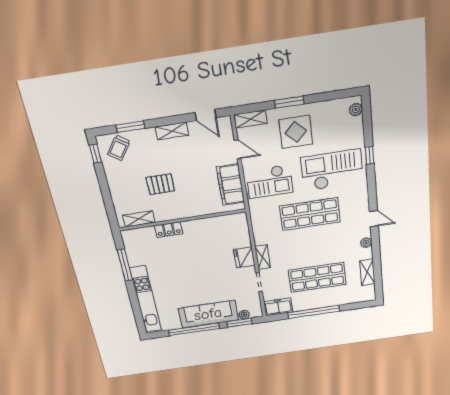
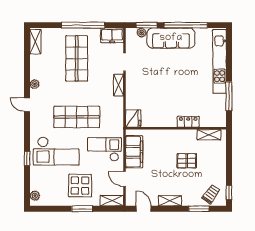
fridge: (244, 257) -> (133, 118), moved
shelving: (367, 272) -> (35, 42), moved
shop shelf: (317, 277) -> (77, 58), turned 90

